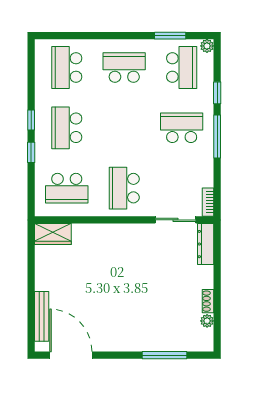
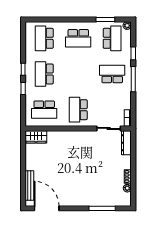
school desk: (124, 68) -> (78, 38), turned 180

